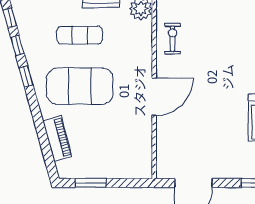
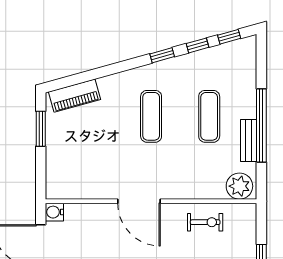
exercise mat: (80, 86) -> (151, 116), width x0.50, depth x0.69
piano: (57, 139) -> (75, 96), moved
water cooler: (164, 171) -> (54, 212), added

